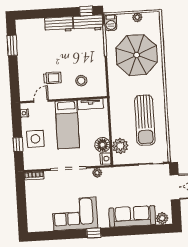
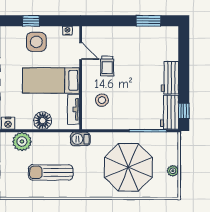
barbecue: (111, 22) -> (80, 139), moved
sun lounger: (145, 120) -> (51, 172), width x0.73, depth x0.75
floor lamp: (102, 145) -> (43, 121), moved

